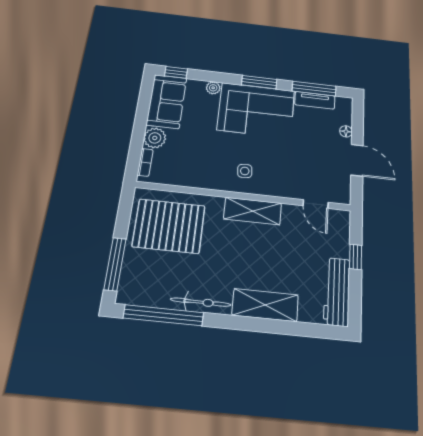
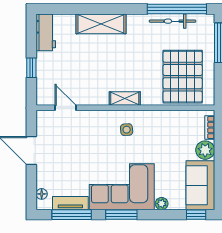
floor lamp: (346, 131) -> (42, 194), moved
shelving: (253, 211) -> (125, 98), width x0.67, depth x0.75
pallet: (169, 226) -> (183, 77), turned 90
workbench: (337, 291) -> (46, 32), width x0.73
bicycle: (201, 302) -> (173, 21), moved

